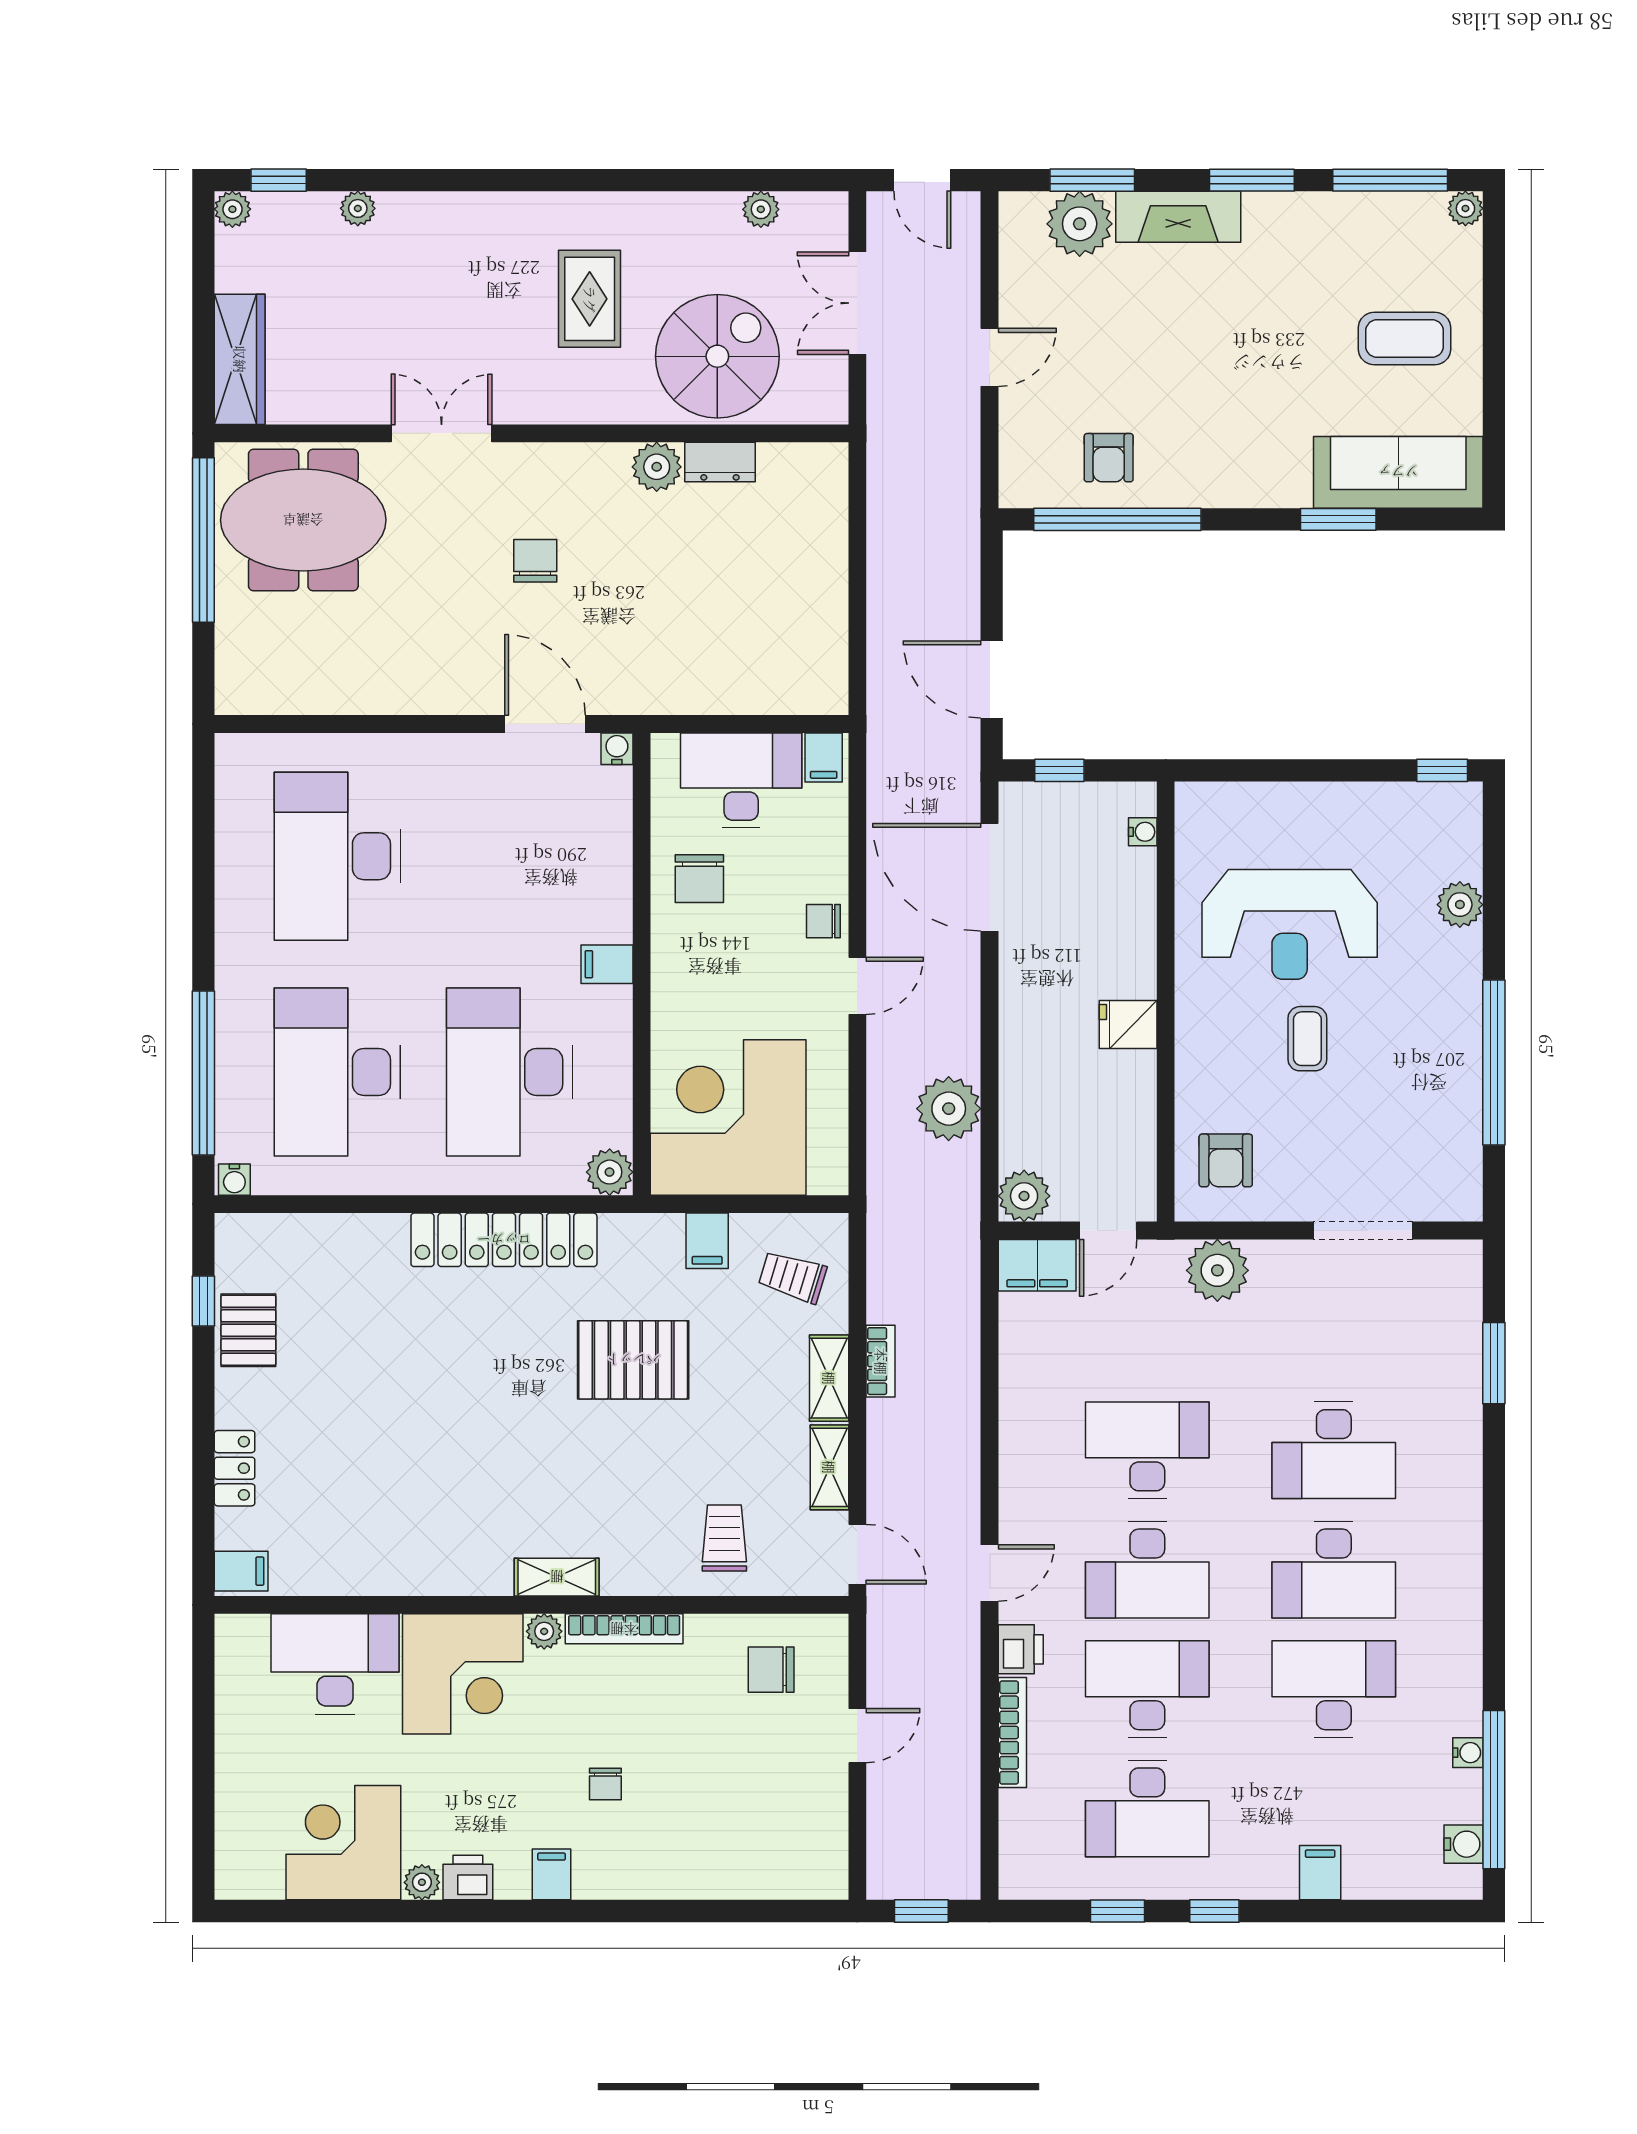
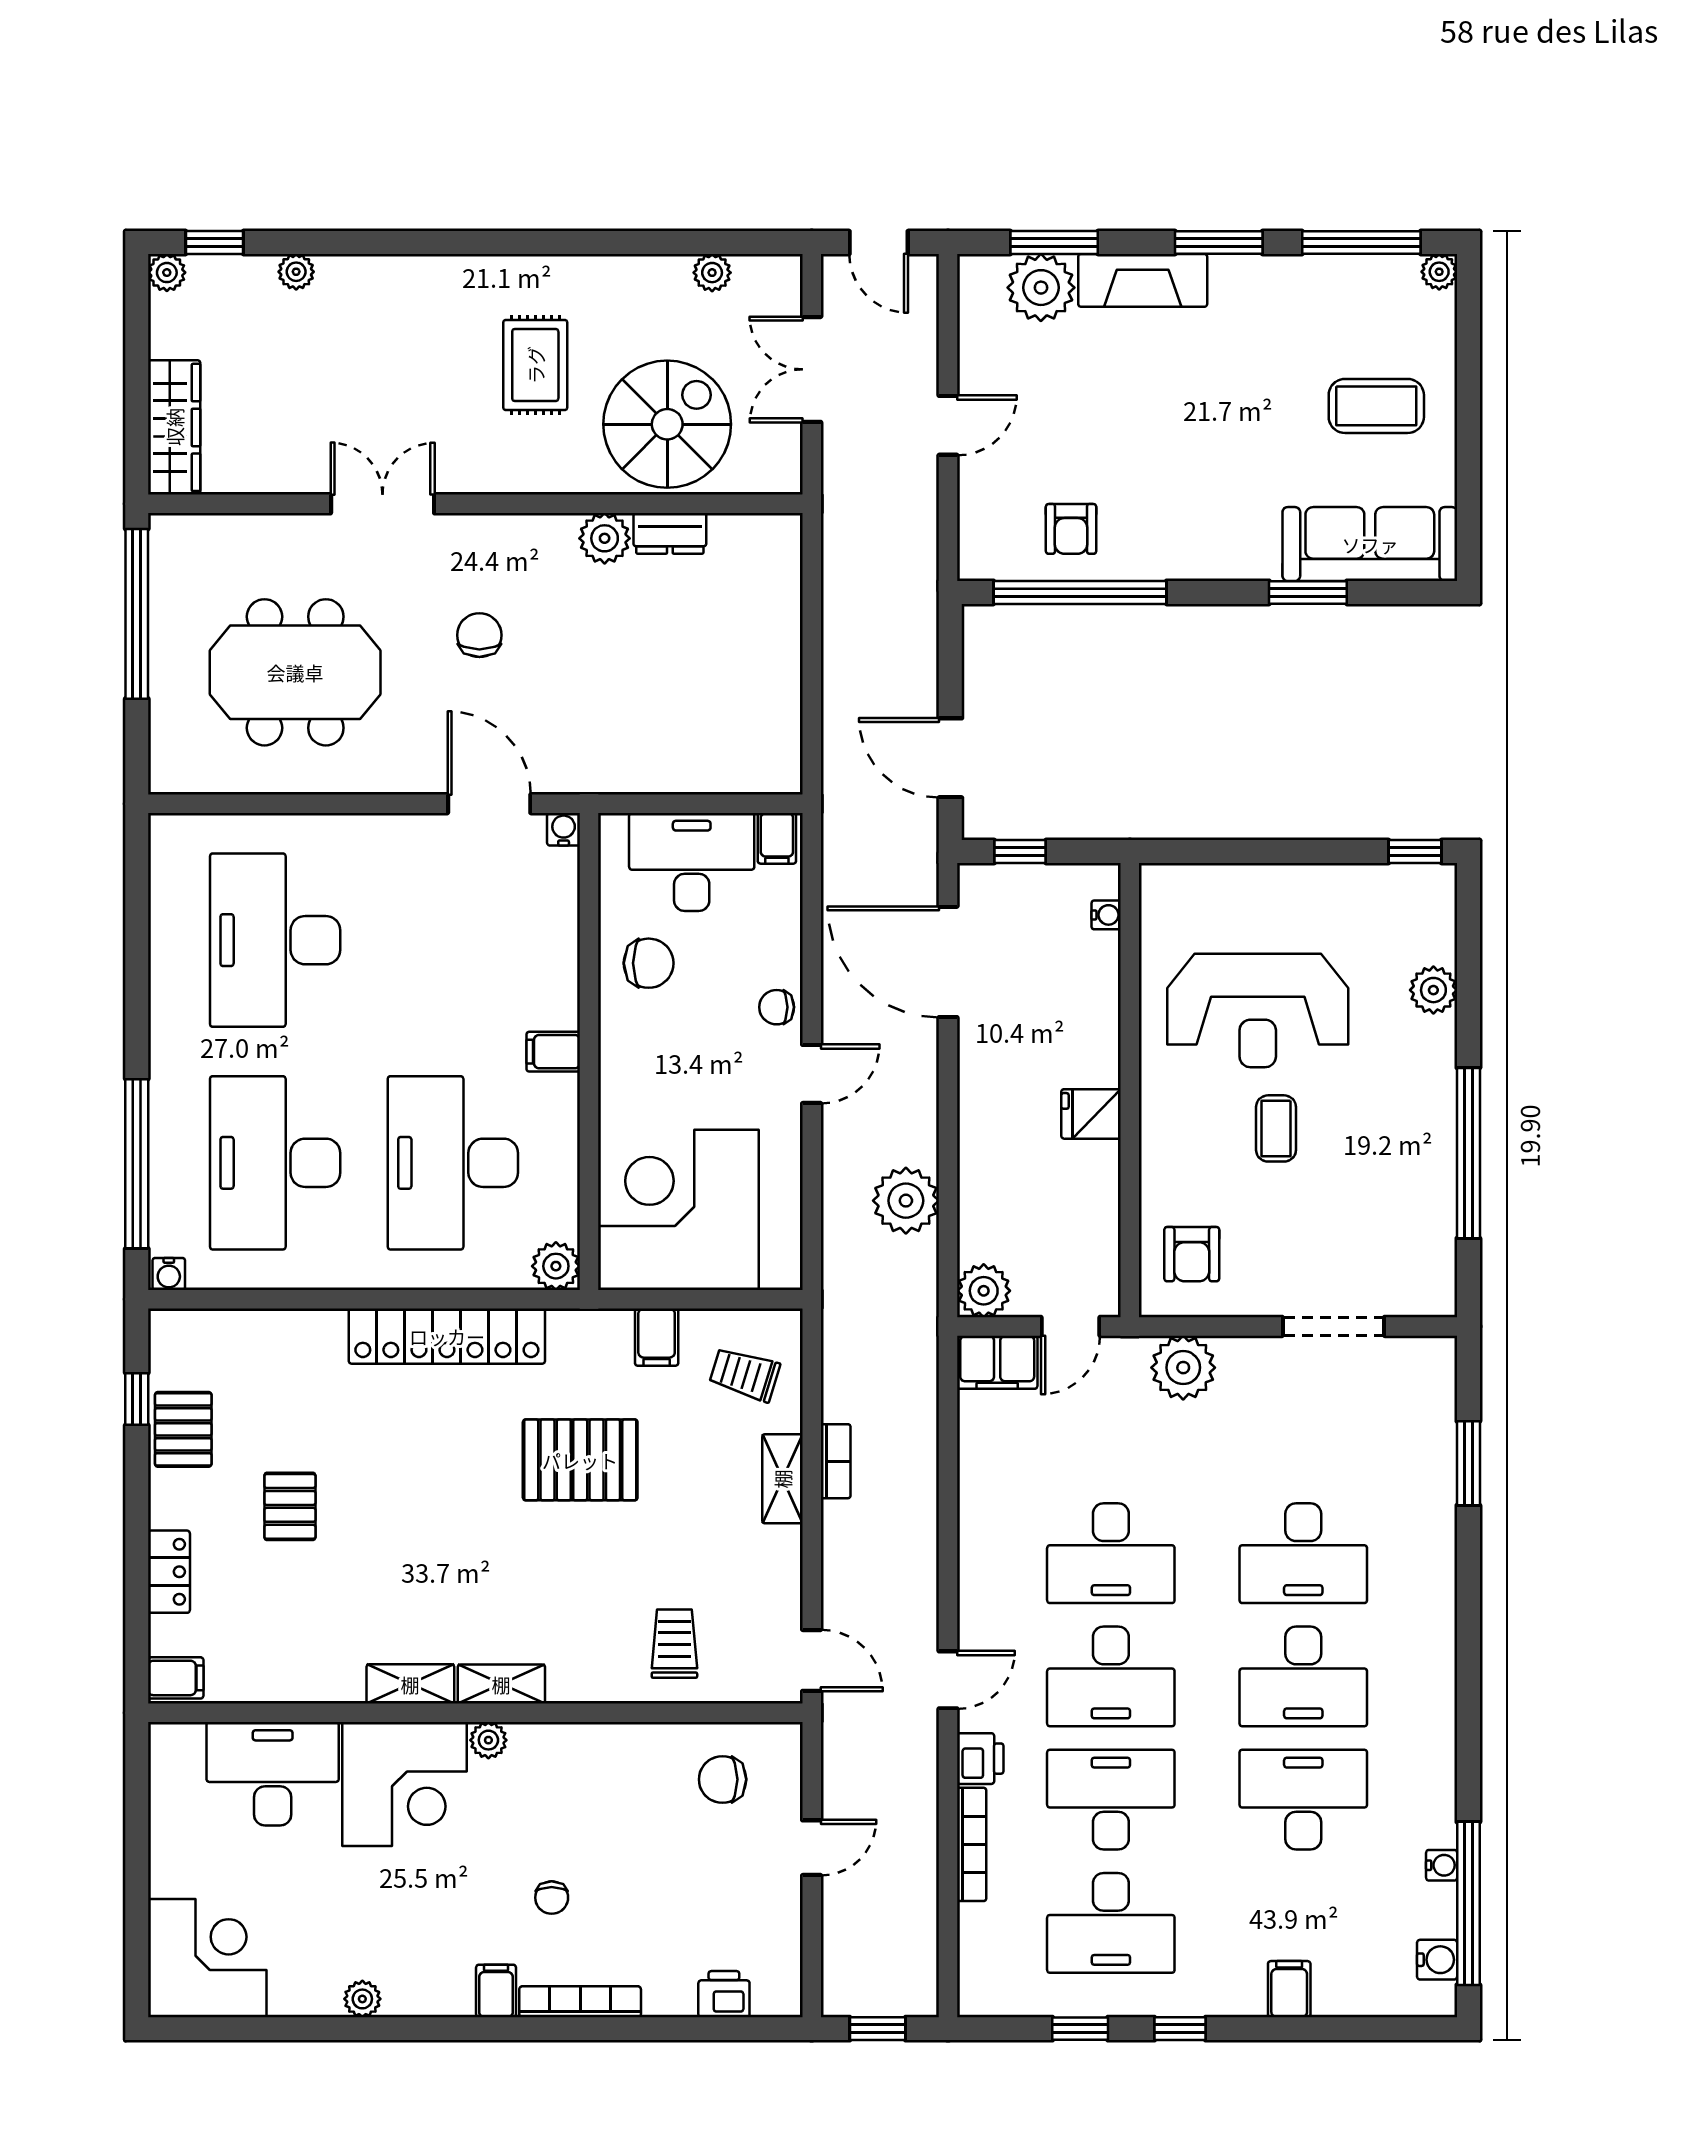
meeting table: (303, 520) -> (295, 672), moved
chair: (699, 879) -> (649, 963), turned -90
pallet: (352, 1405) -> (290, 1506), added
desk: (1147, 1450) -> (1111, 1553), turned 180
shelving: (829, 1467) -> (410, 1684), moved, turned 90
bookcase: (624, 1629) -> (580, 2002), moved, turned 180
corner desk: (343, 1843) -> (207, 1958), moved, turned 90
printer: (468, 1878) -> (724, 1994), moved

